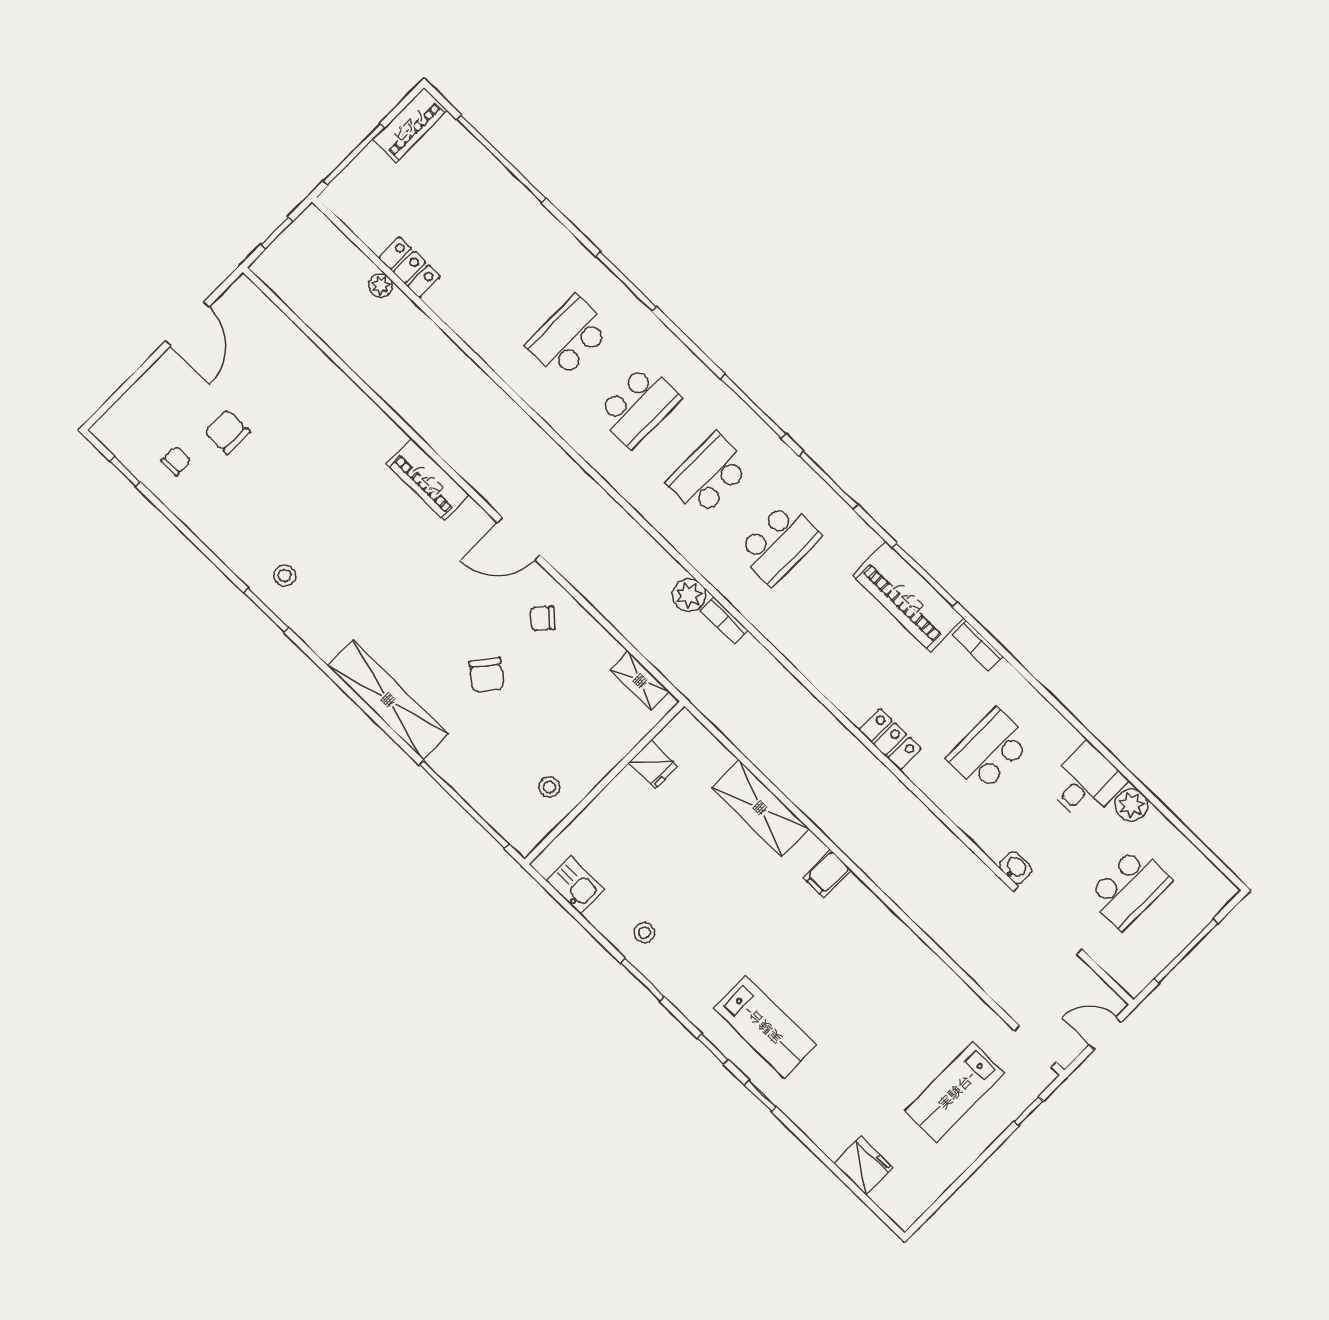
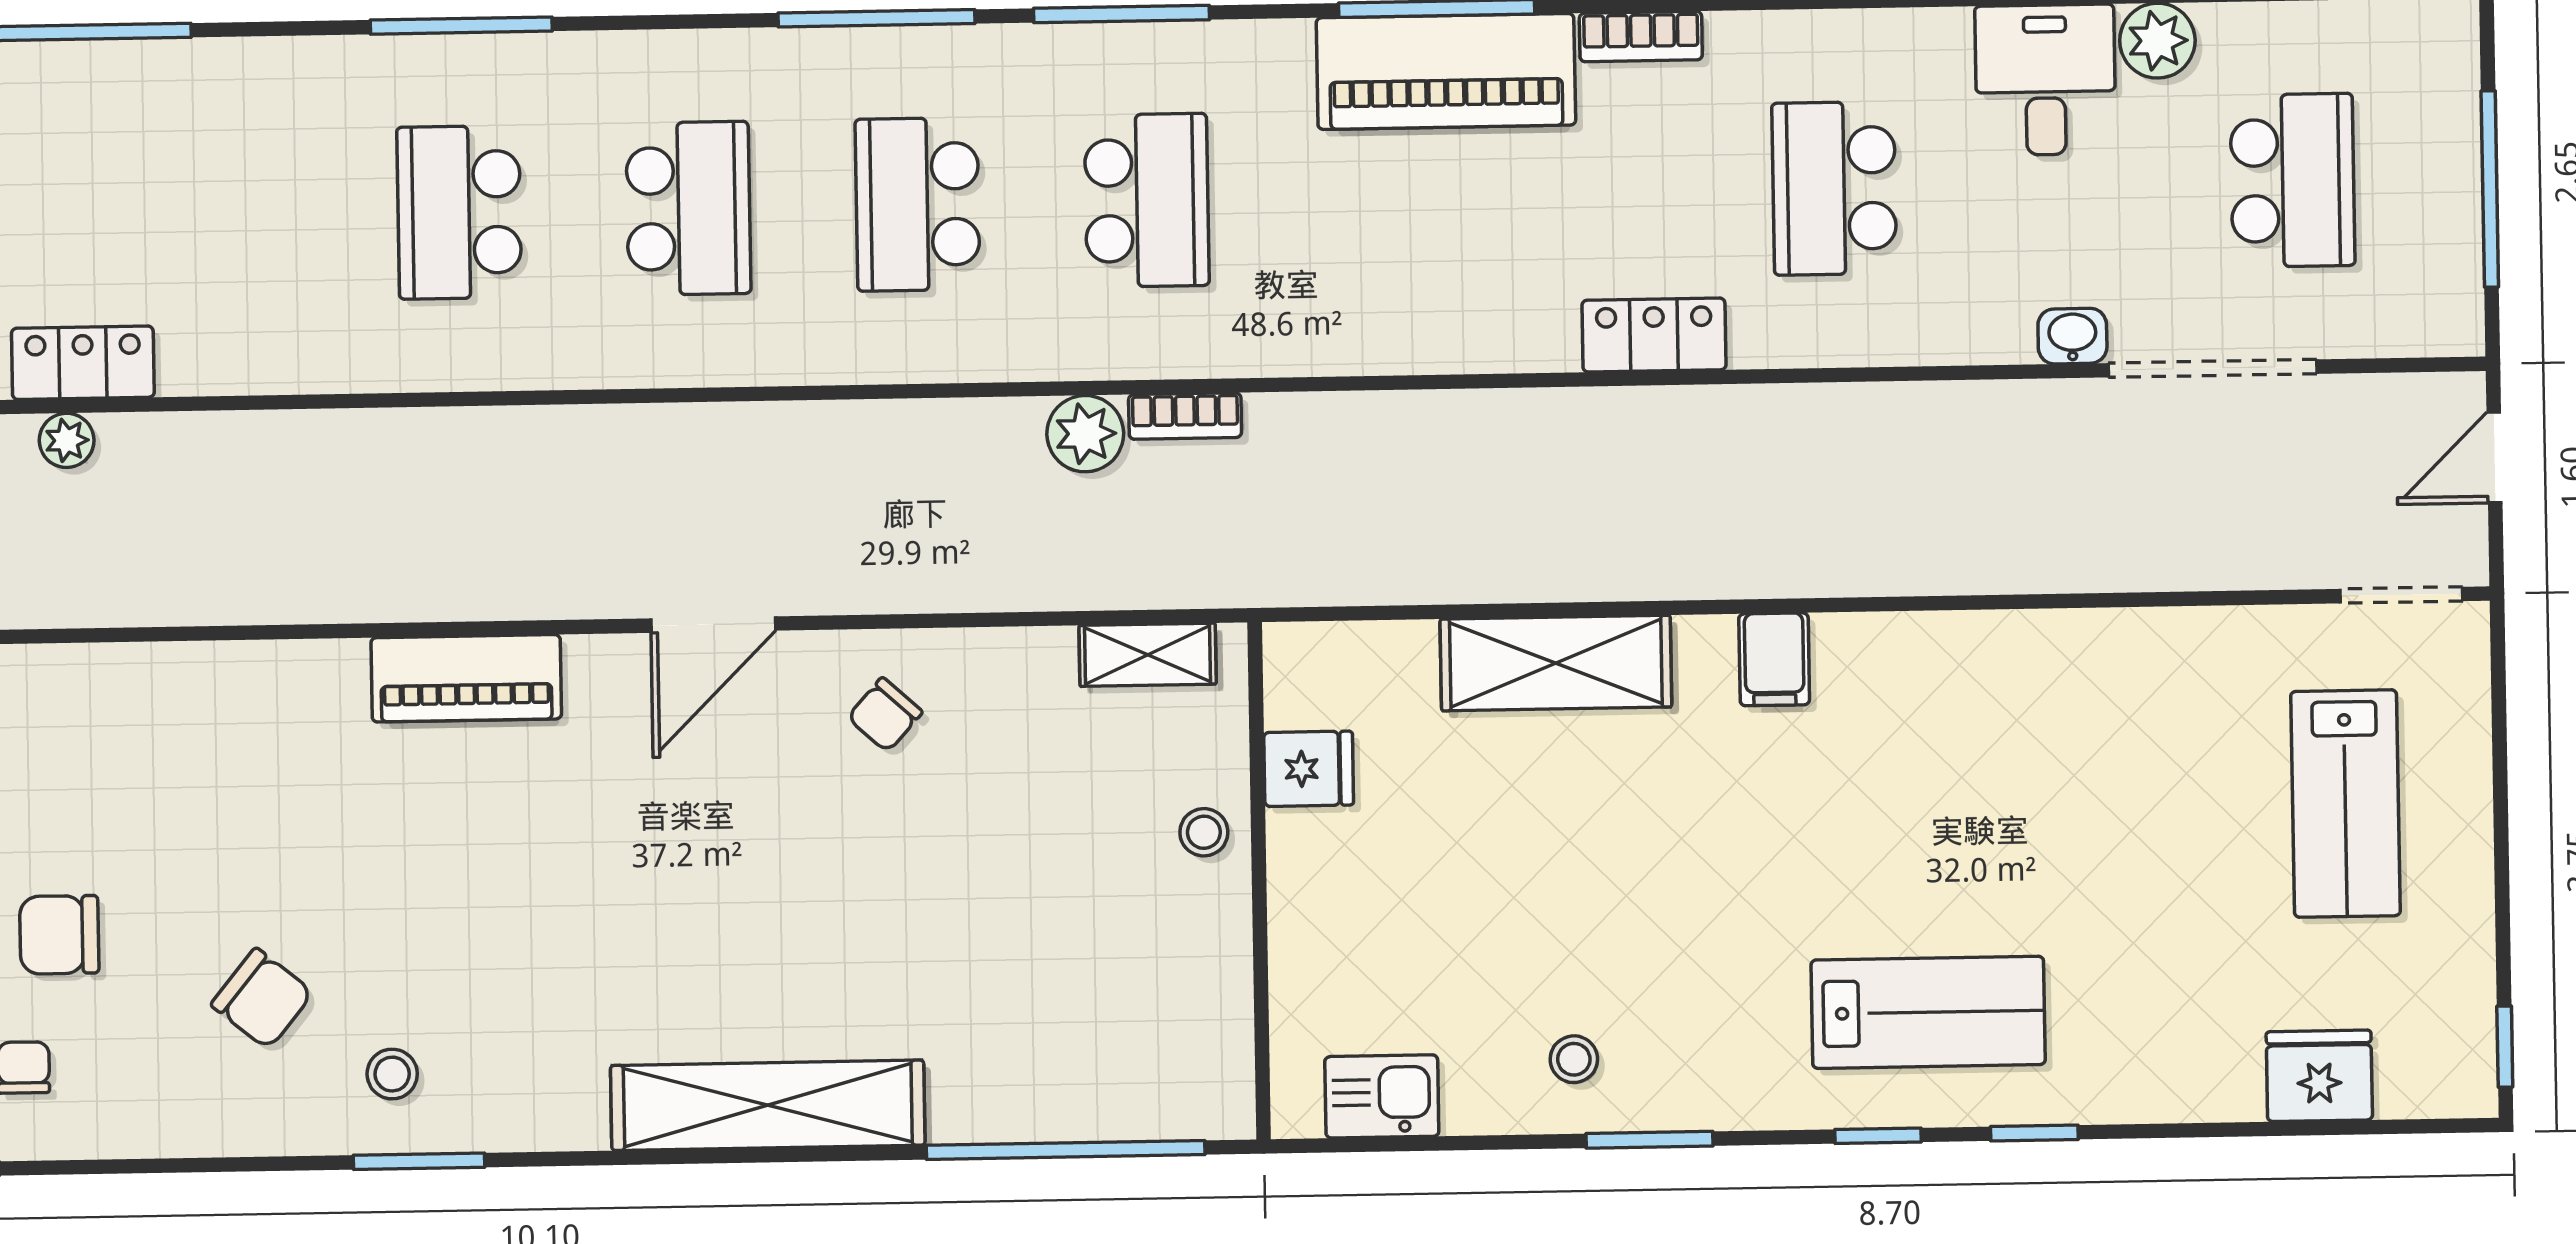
chair: (486, 675) -> (262, 999), moved
stool: (549, 787) -> (1204, 832), moved
window: (1029, 1111) -> (2505, 1047), moved

